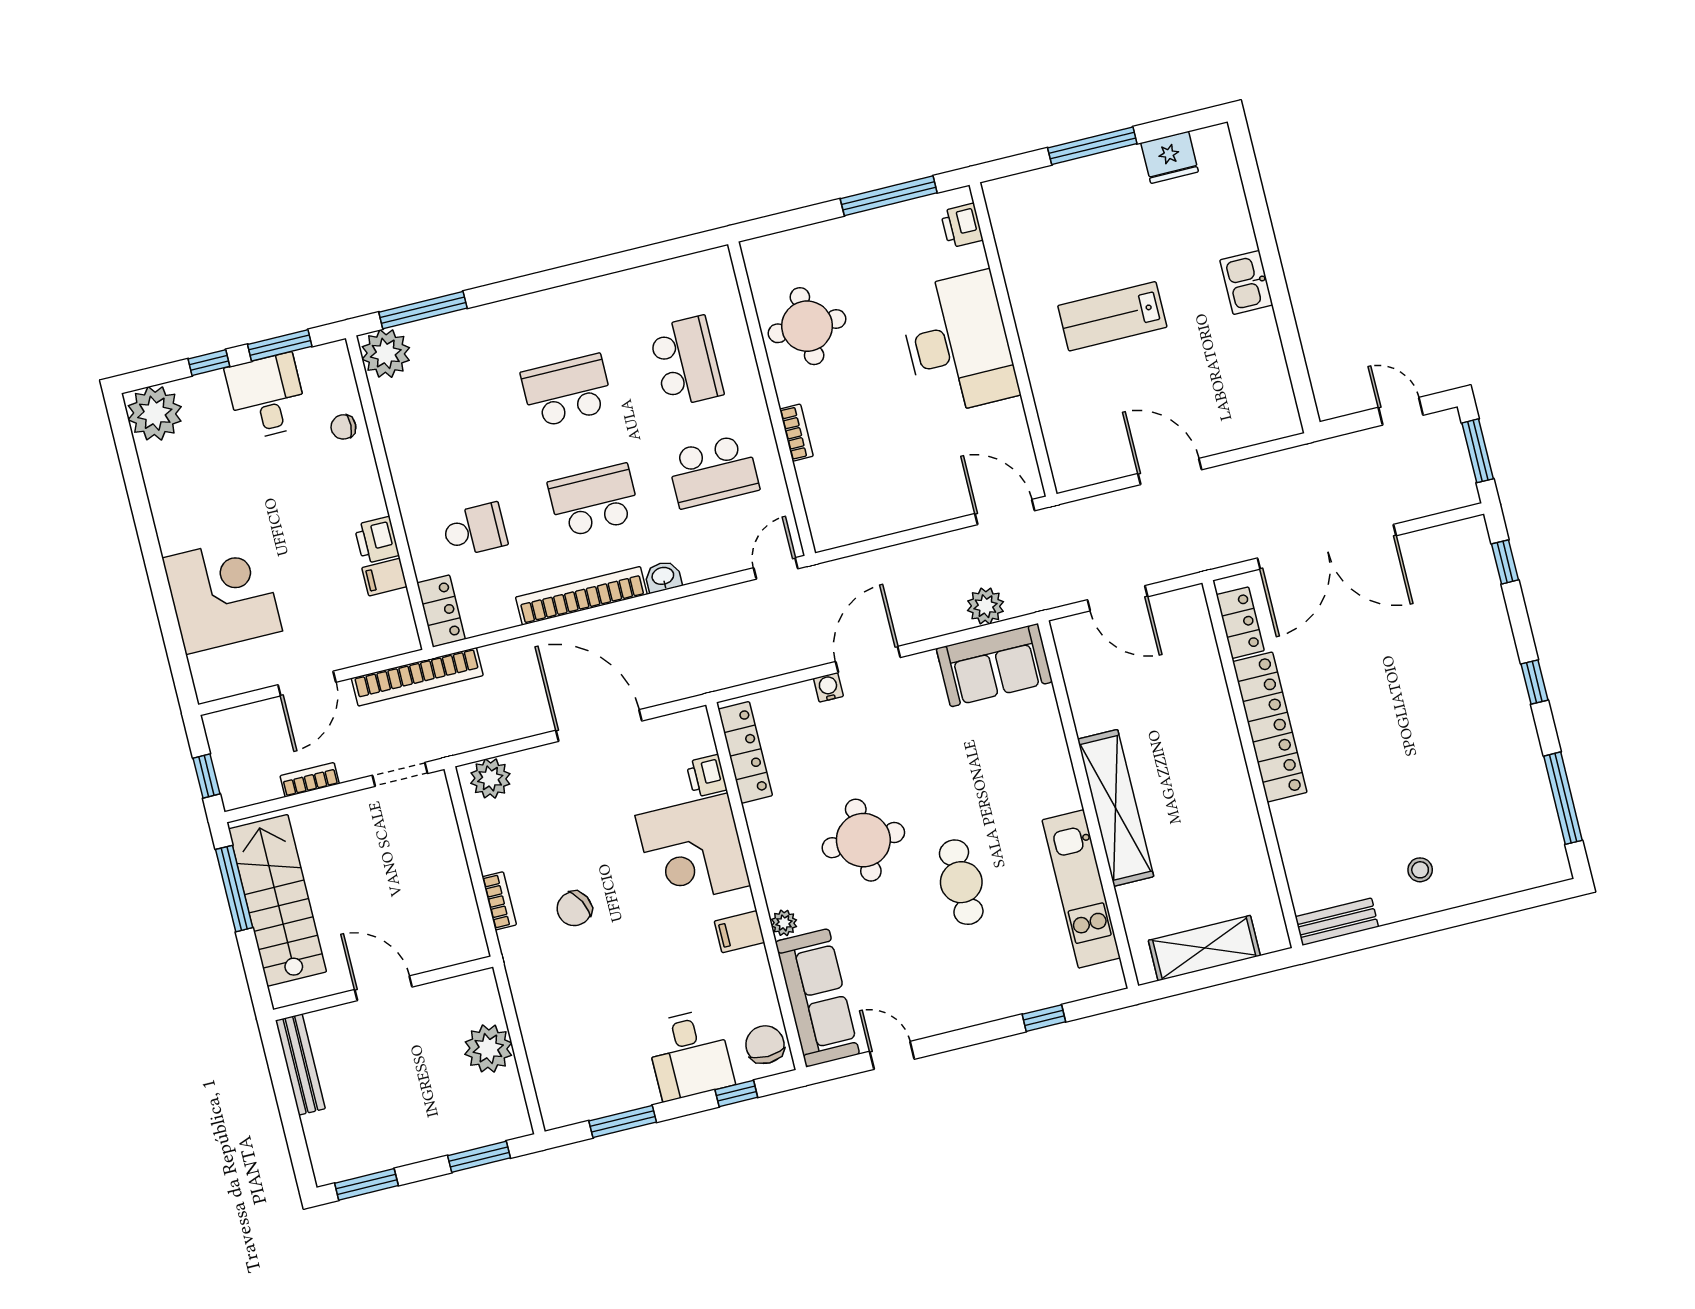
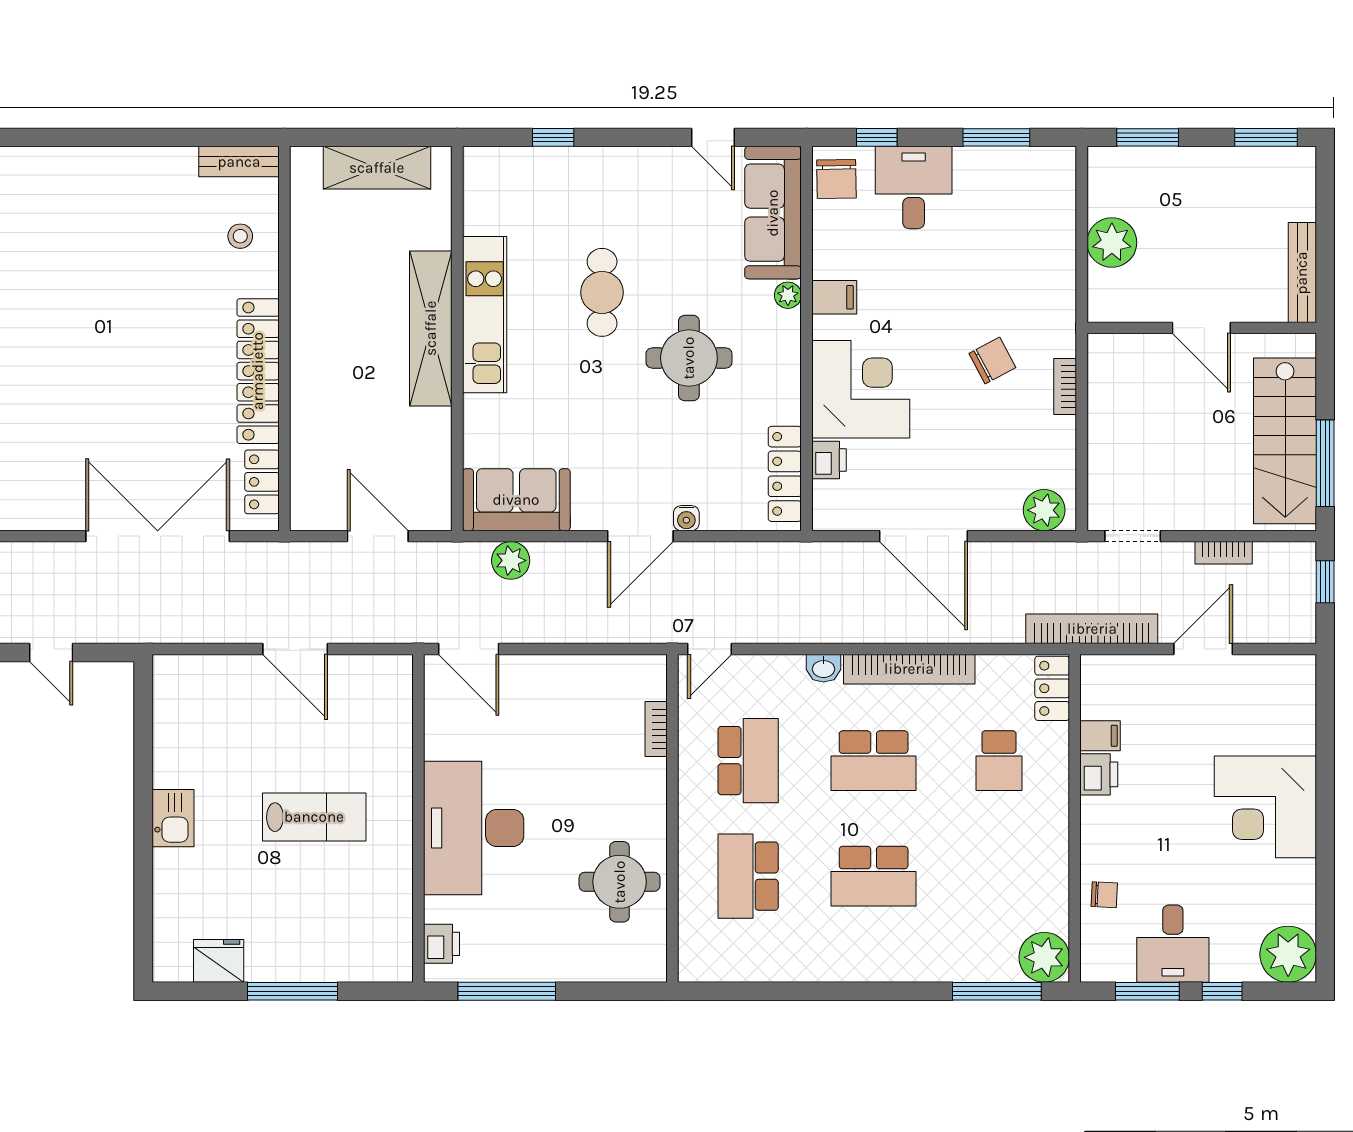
bookcase: (796, 433) -> (656, 729), moved
school desk: (713, 471) -> (748, 761), turned 90
school desk: (475, 530) -> (999, 761), turned -90
corner desk: (222, 595) -> (1265, 807), moved
stool: (1420, 870) -> (240, 236), moved
kitchen unit: (1081, 889) -> (485, 315), moved

